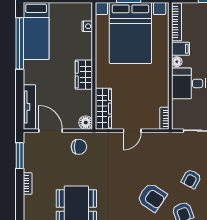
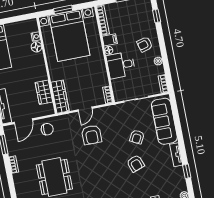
wardrobe: (84, 75) -> (44, 92), moved
floor lamp: (86, 123) -> (36, 47), moved
door: (51, 131) -> (23, 121), swing flipped
armchair: (152, 197) -> (92, 135), moved, turned 56

